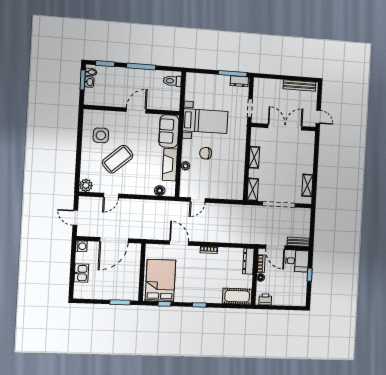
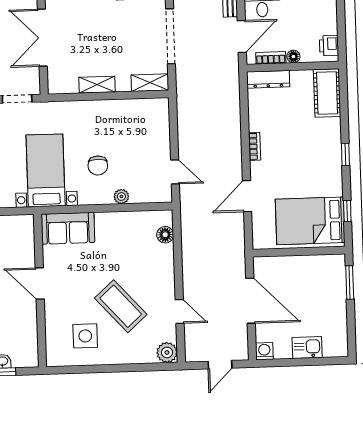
fireplace: (170, 165) -> (122, 222), removed

